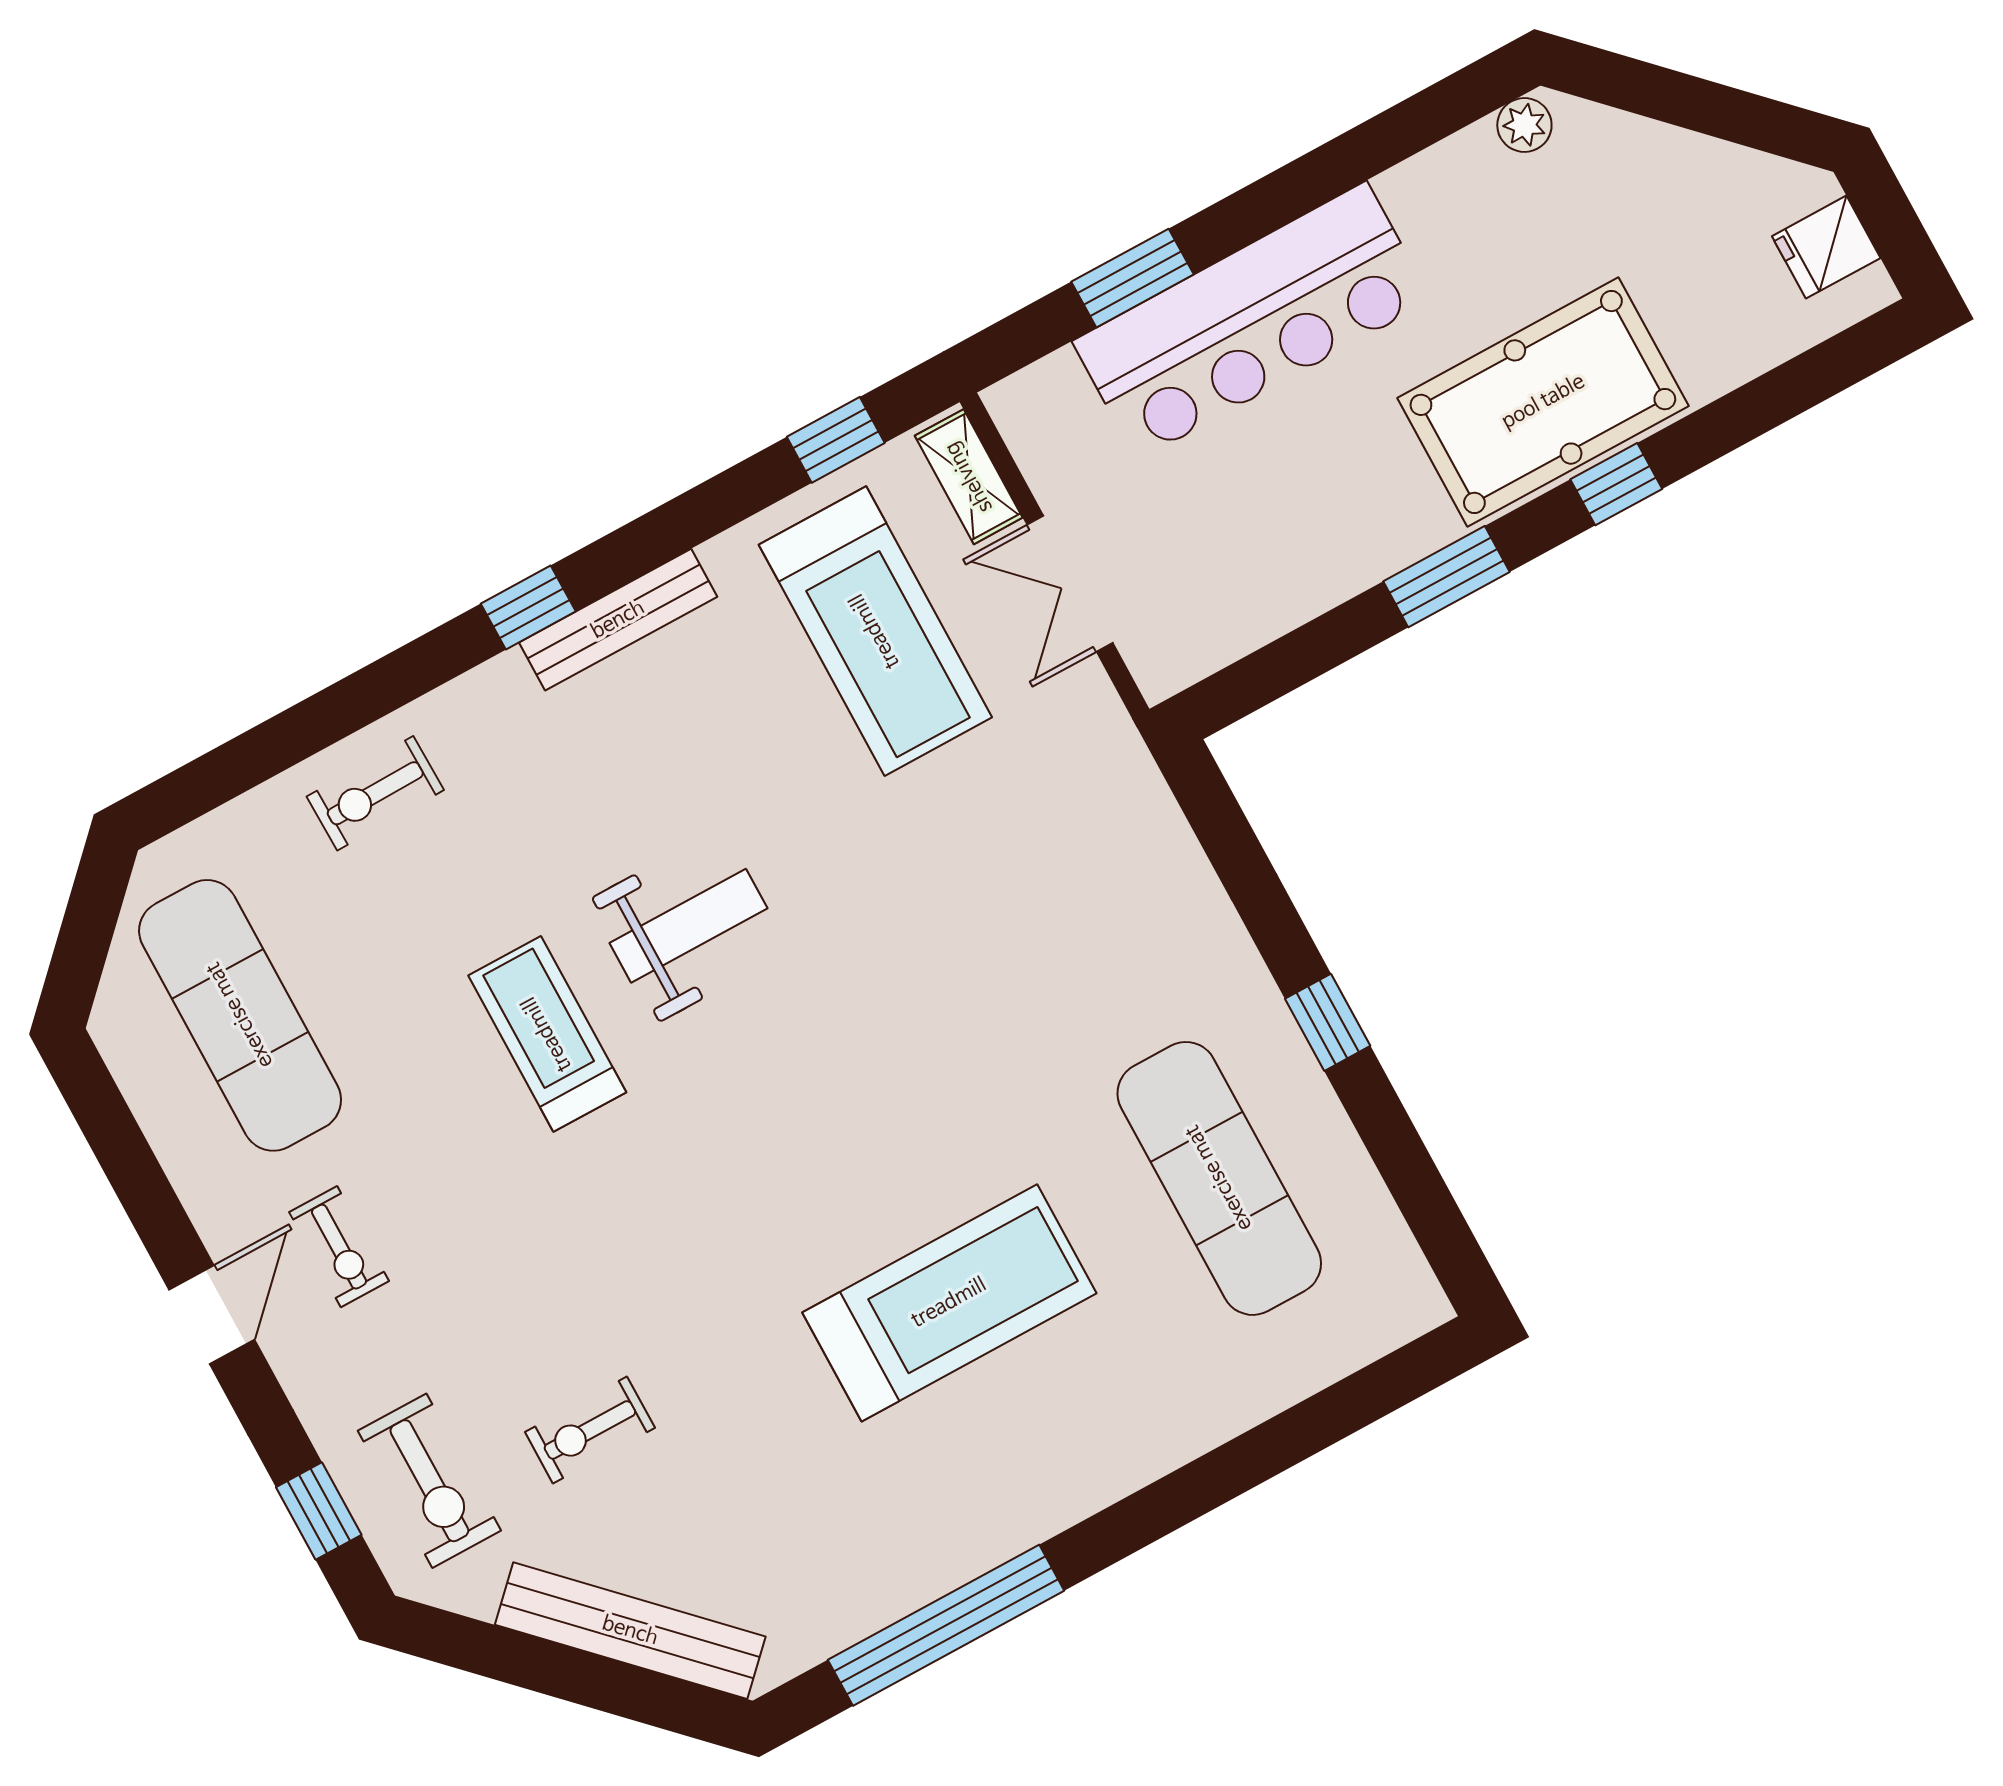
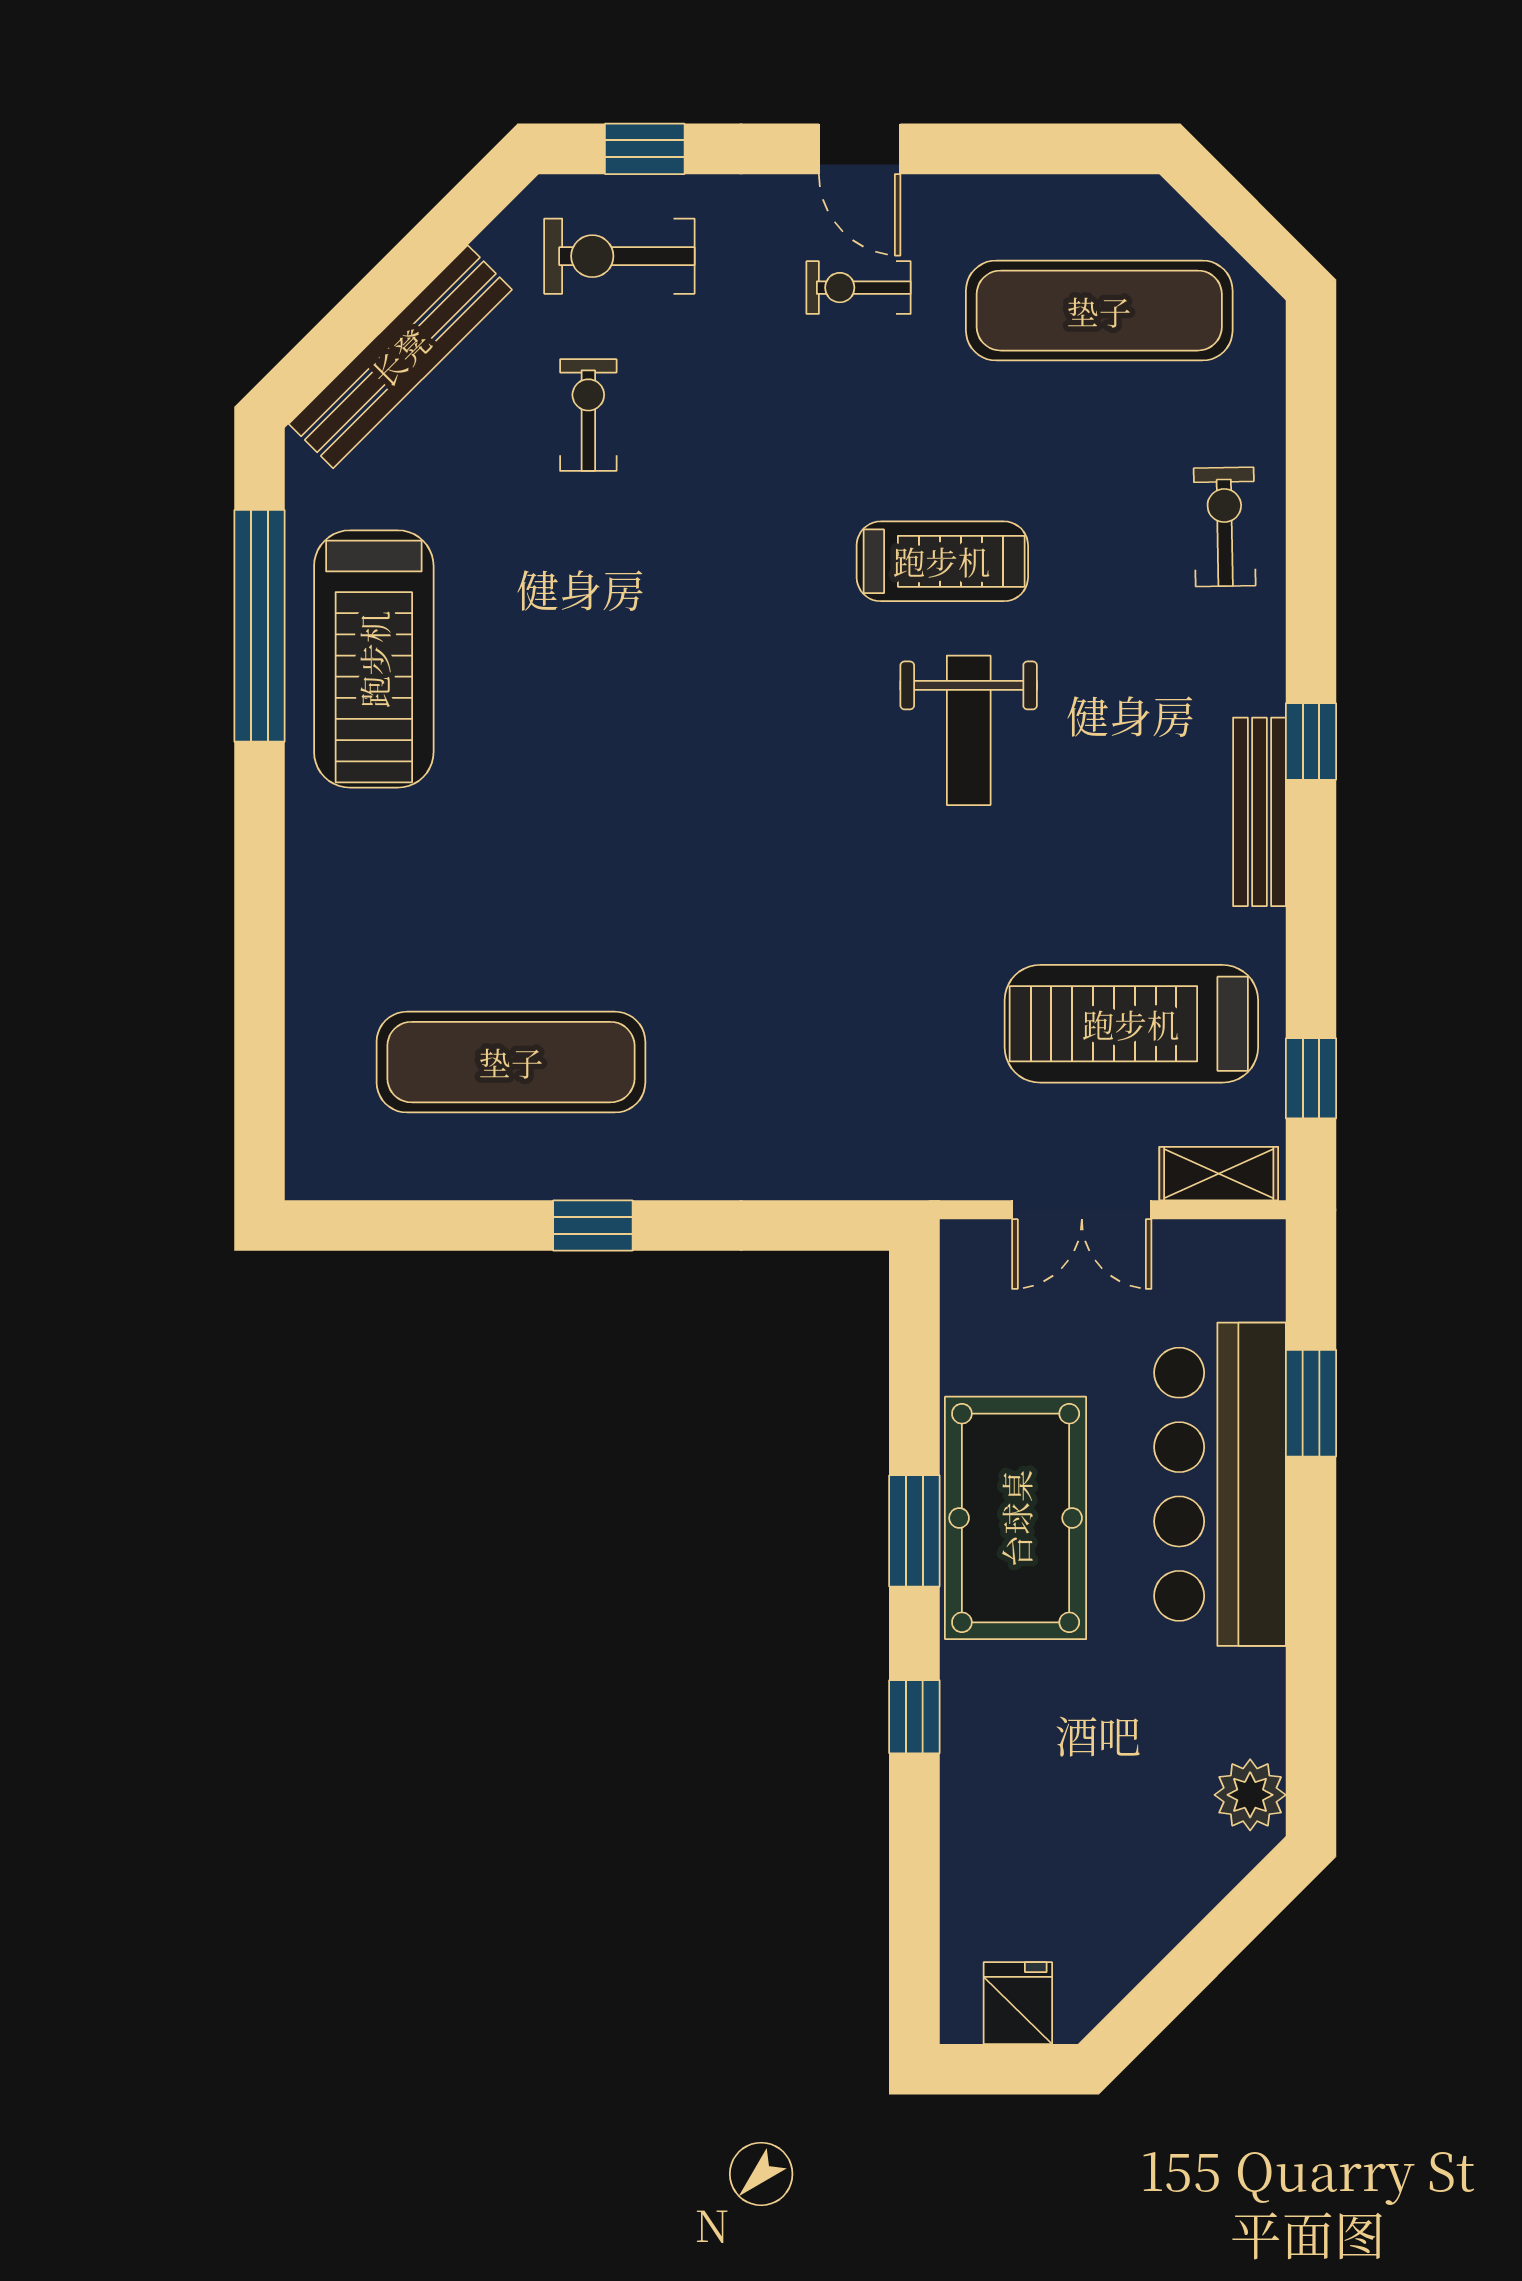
plant: (1524, 125) -> (1250, 1795), width x1.38, depth x1.38
pool table: (1543, 402) -> (1016, 1518), moved
double door: (1070, 584) -> (1082, 1210), swing flipped
treadmill: (949, 1303) -> (374, 659), moved

